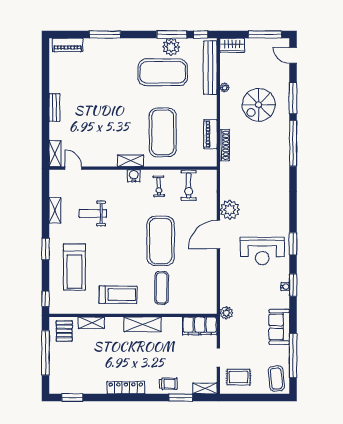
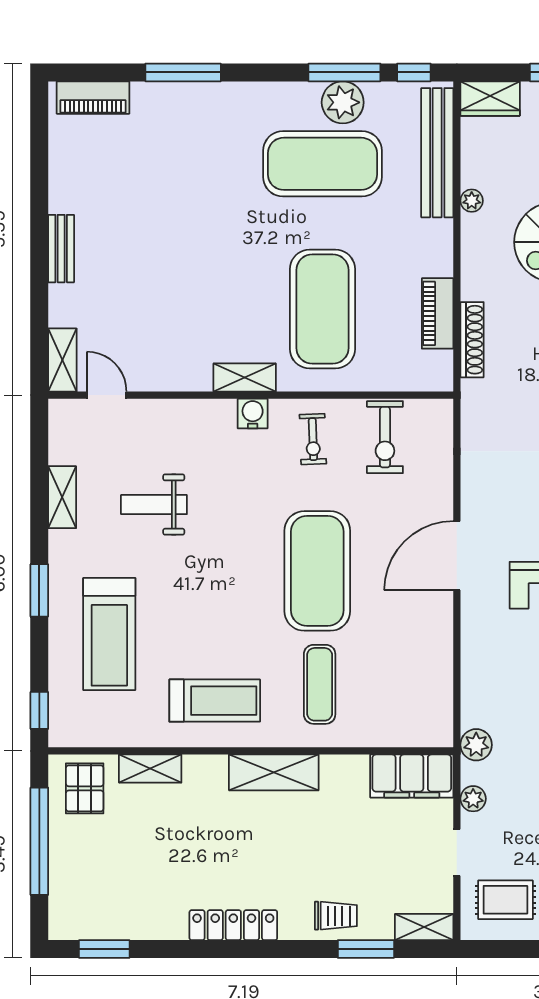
plant: (230, 210) -> (473, 799), moved, width x0.53, depth x0.53

